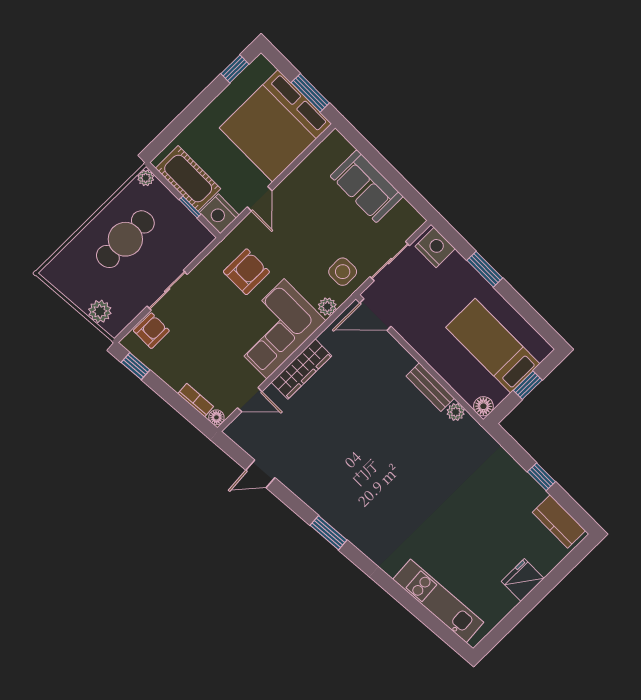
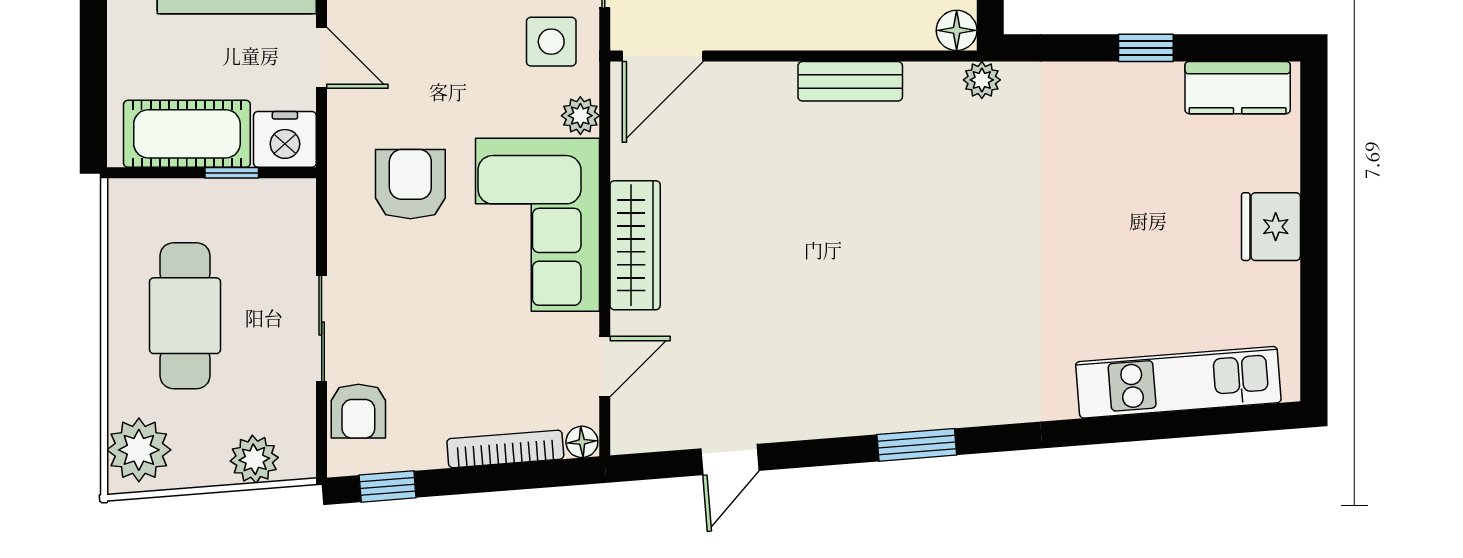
plant: (146, 178) -> (139, 450), moved, width x1.88, depth x1.88
armchair: (151, 331) -> (358, 411), turned 180
bookcase: (196, 400) -> (505, 449), width x1.56
plant: (456, 412) -> (982, 80), moved

